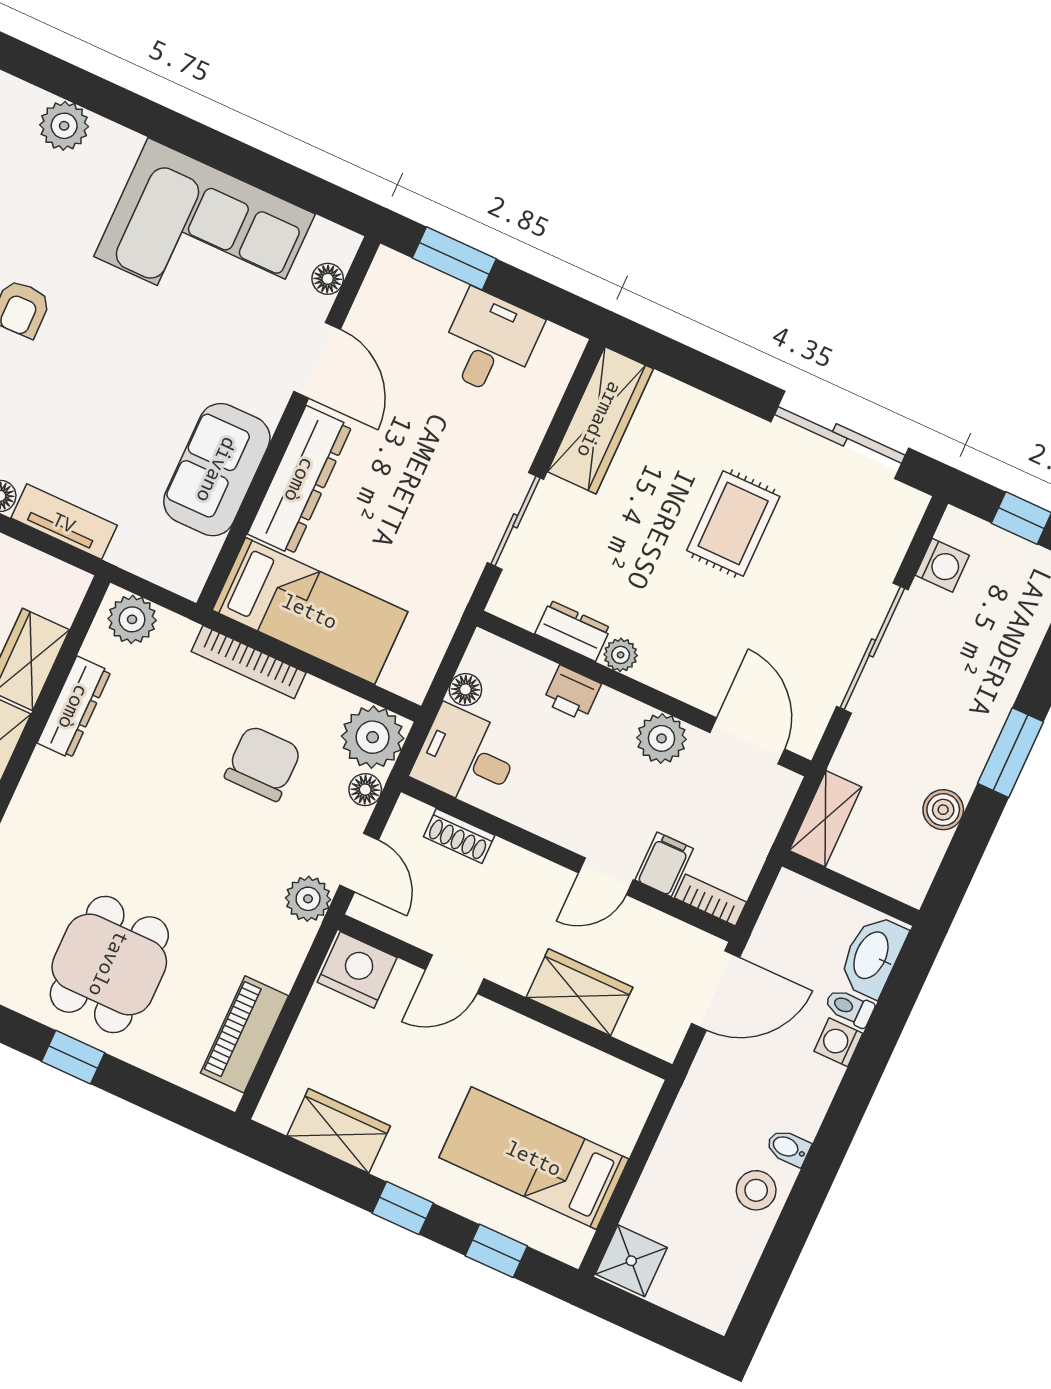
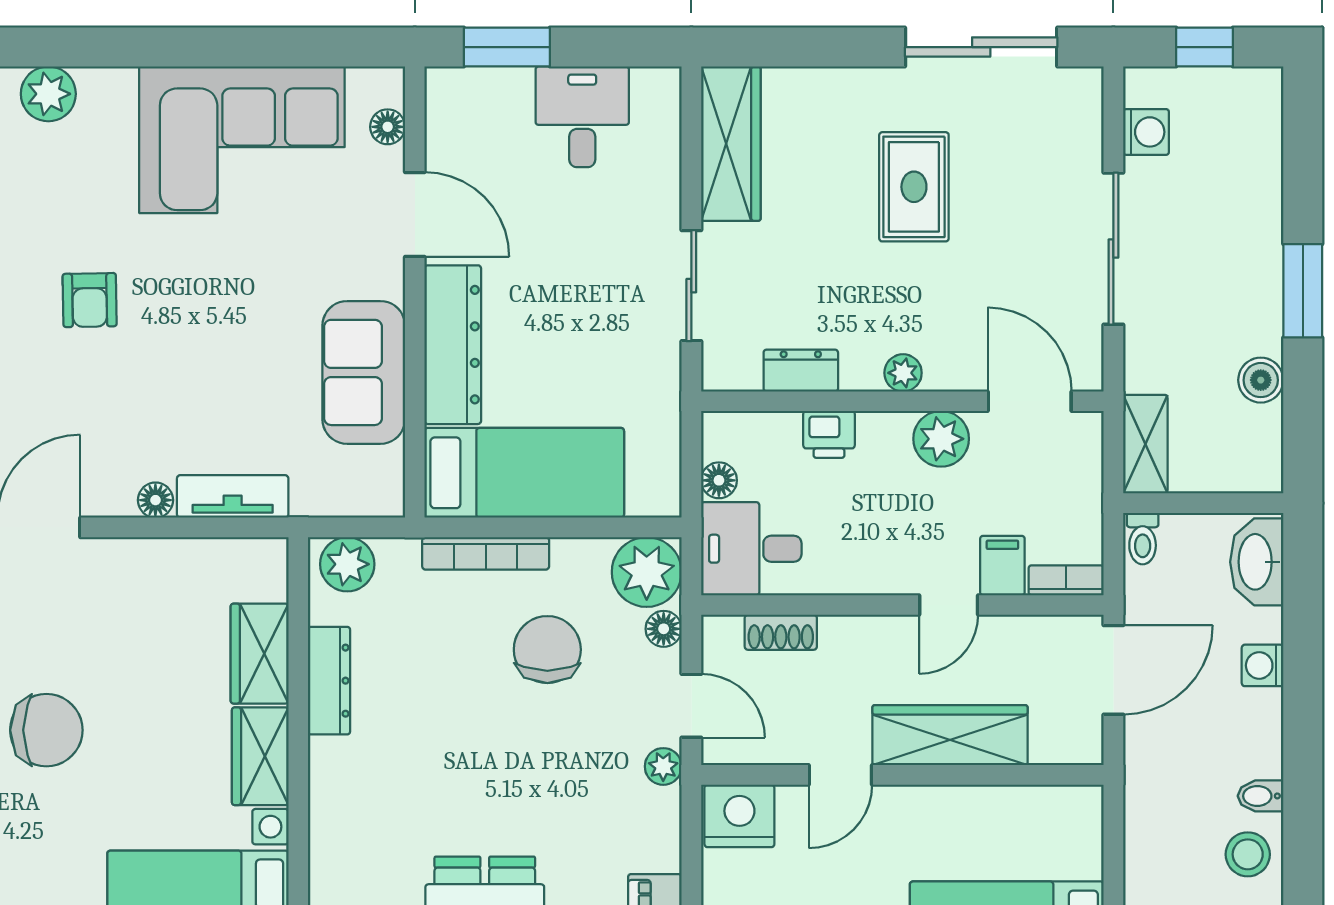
plant: (621, 655) -> (903, 373), moved
plant: (308, 899) -> (663, 766), width x0.73, depth x0.73
wardrobe: (580, 992) -> (950, 735), width x1.50
toilet: (849, 1008) -> (1143, 539), moved, turned -90

